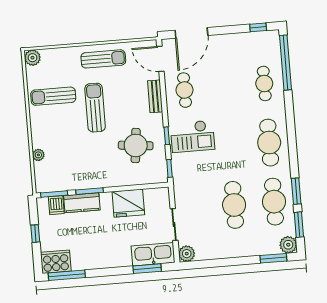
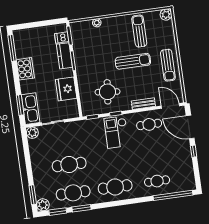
window: (258, 27) -> (194, 151), moved
door: (160, 59) -> (170, 106), hinge flipped
window: (35, 234) -> (40, 24), removed
cooker: (56, 262) -> (25, 69), moved

